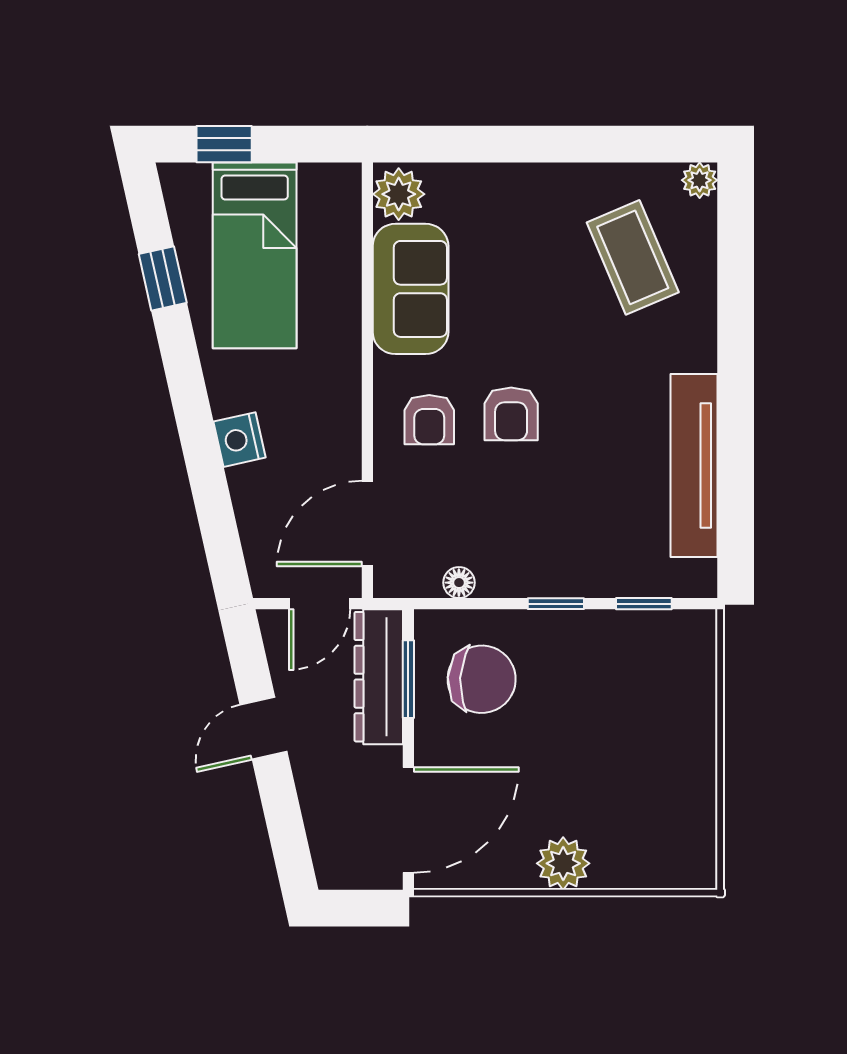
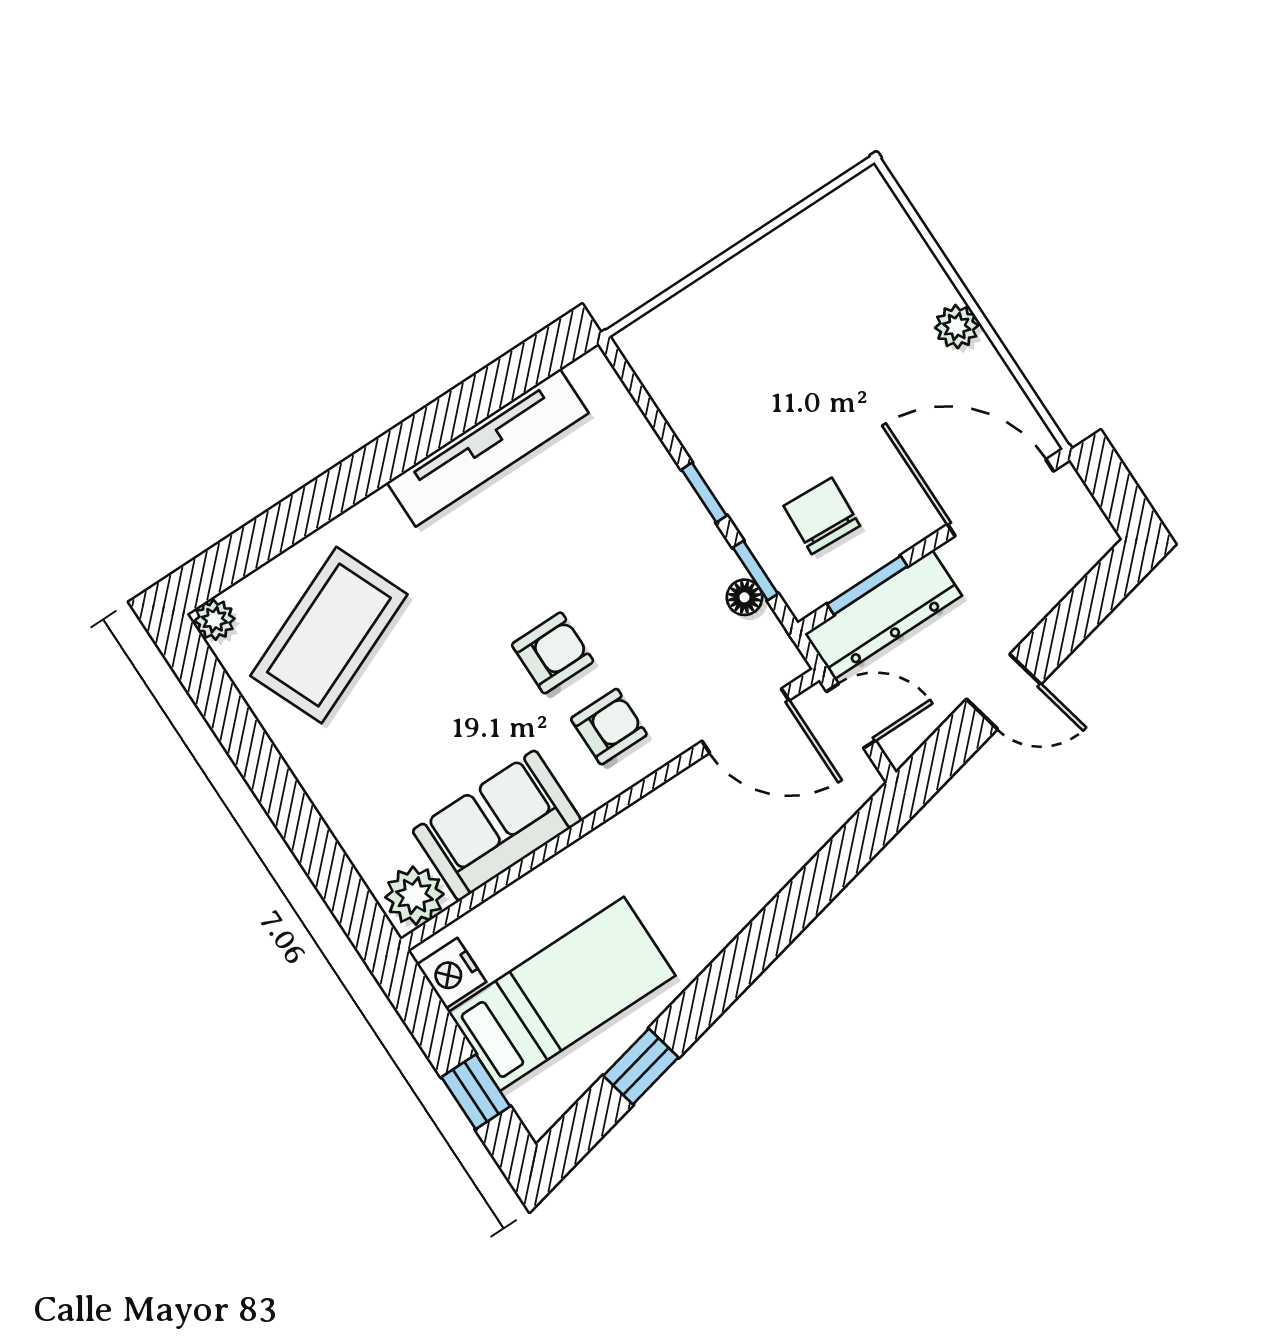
coffee table: (633, 257) -> (329, 635), width x1.36, depth x1.32
nightstand: (239, 440) -> (452, 973), moved, turned 103
window: (644, 604) -> (755, 571), moved
chair: (482, 679) -> (822, 516), width x0.73, depth x0.73
plant: (563, 863) -> (957, 327), width x0.73, depth x0.73

